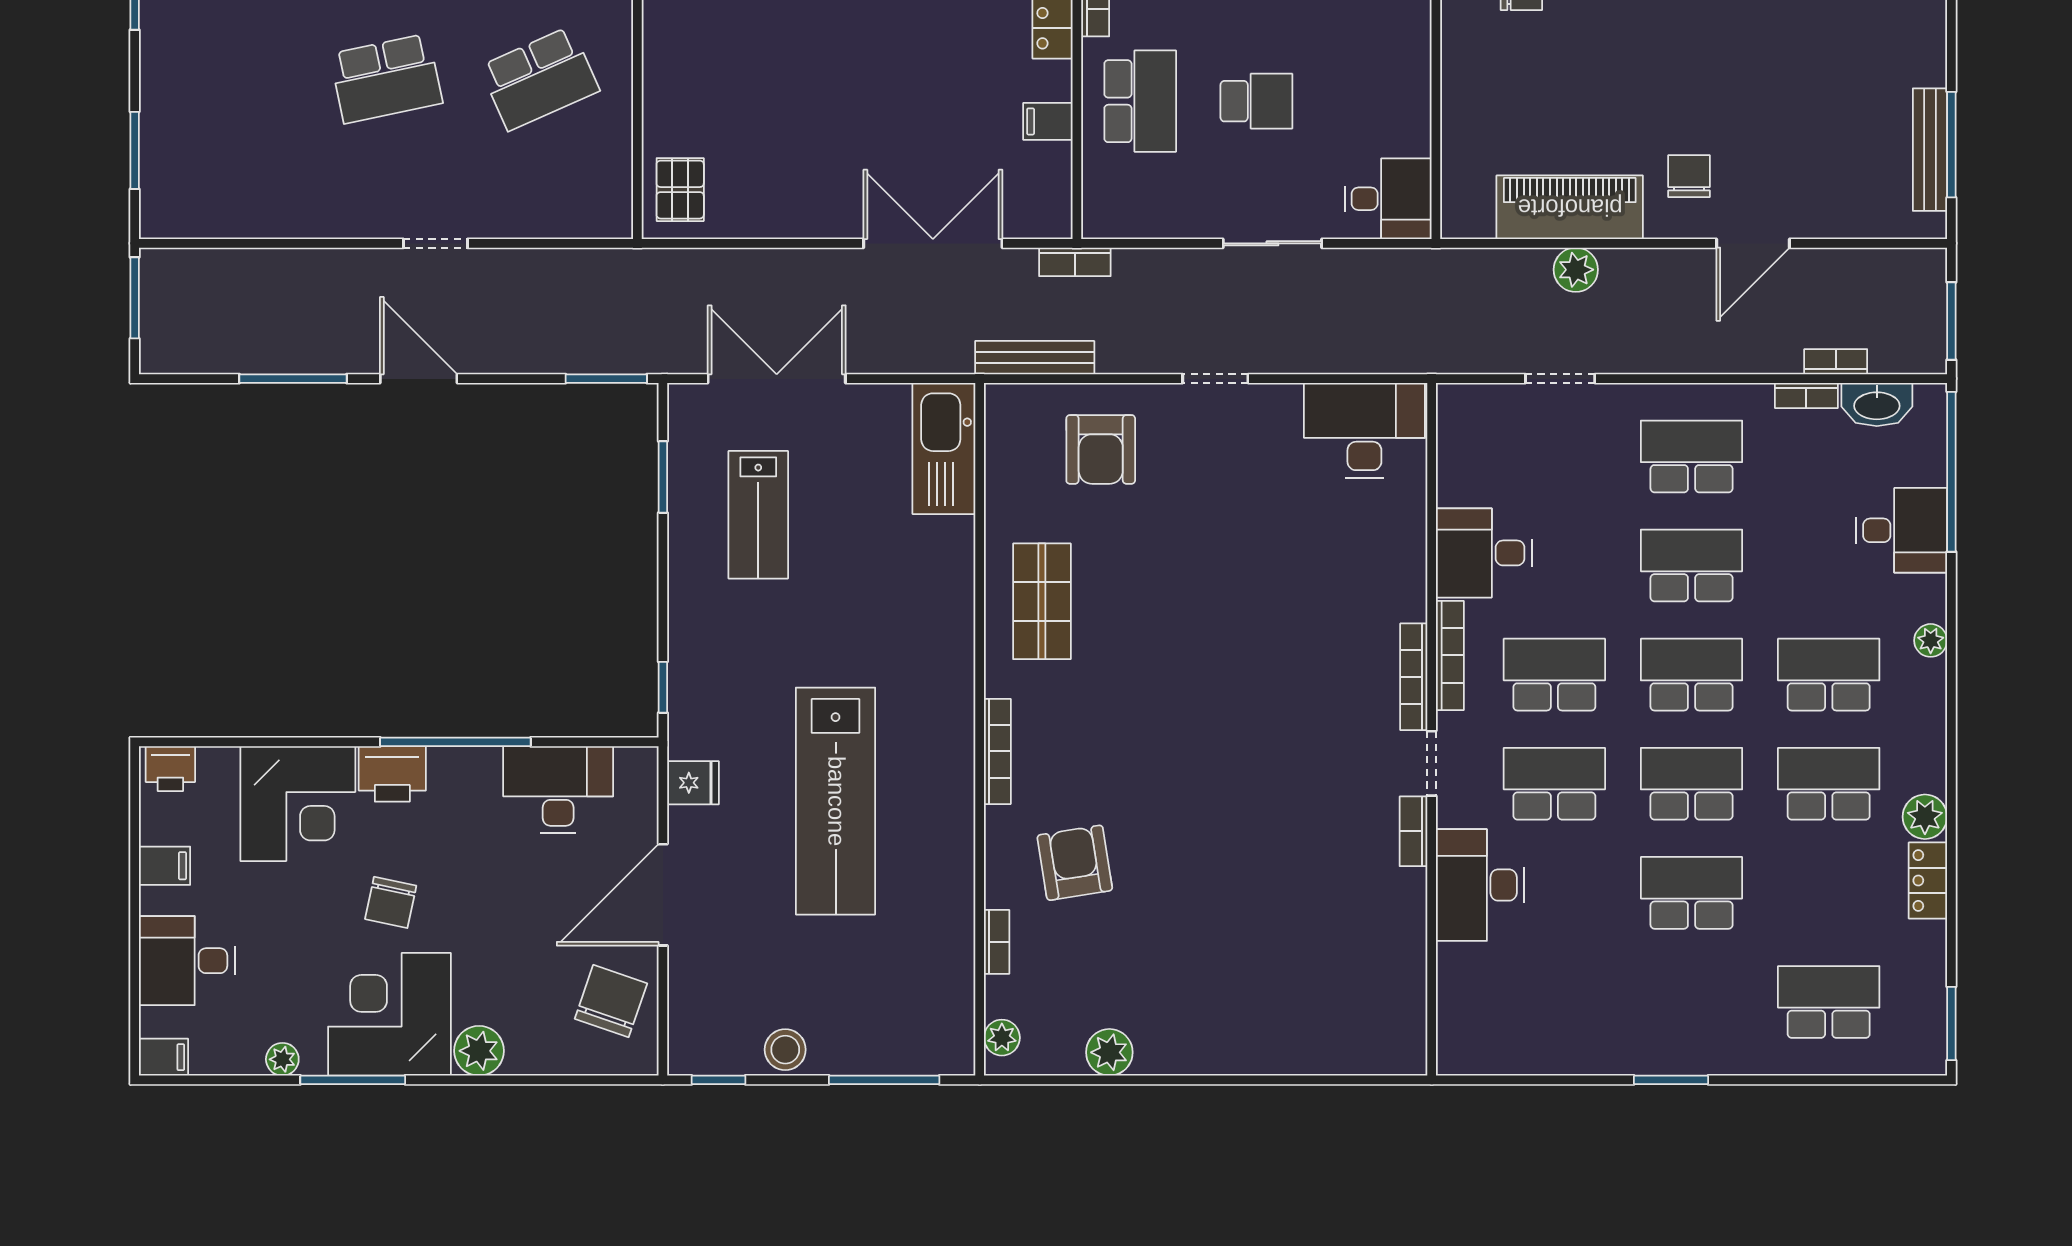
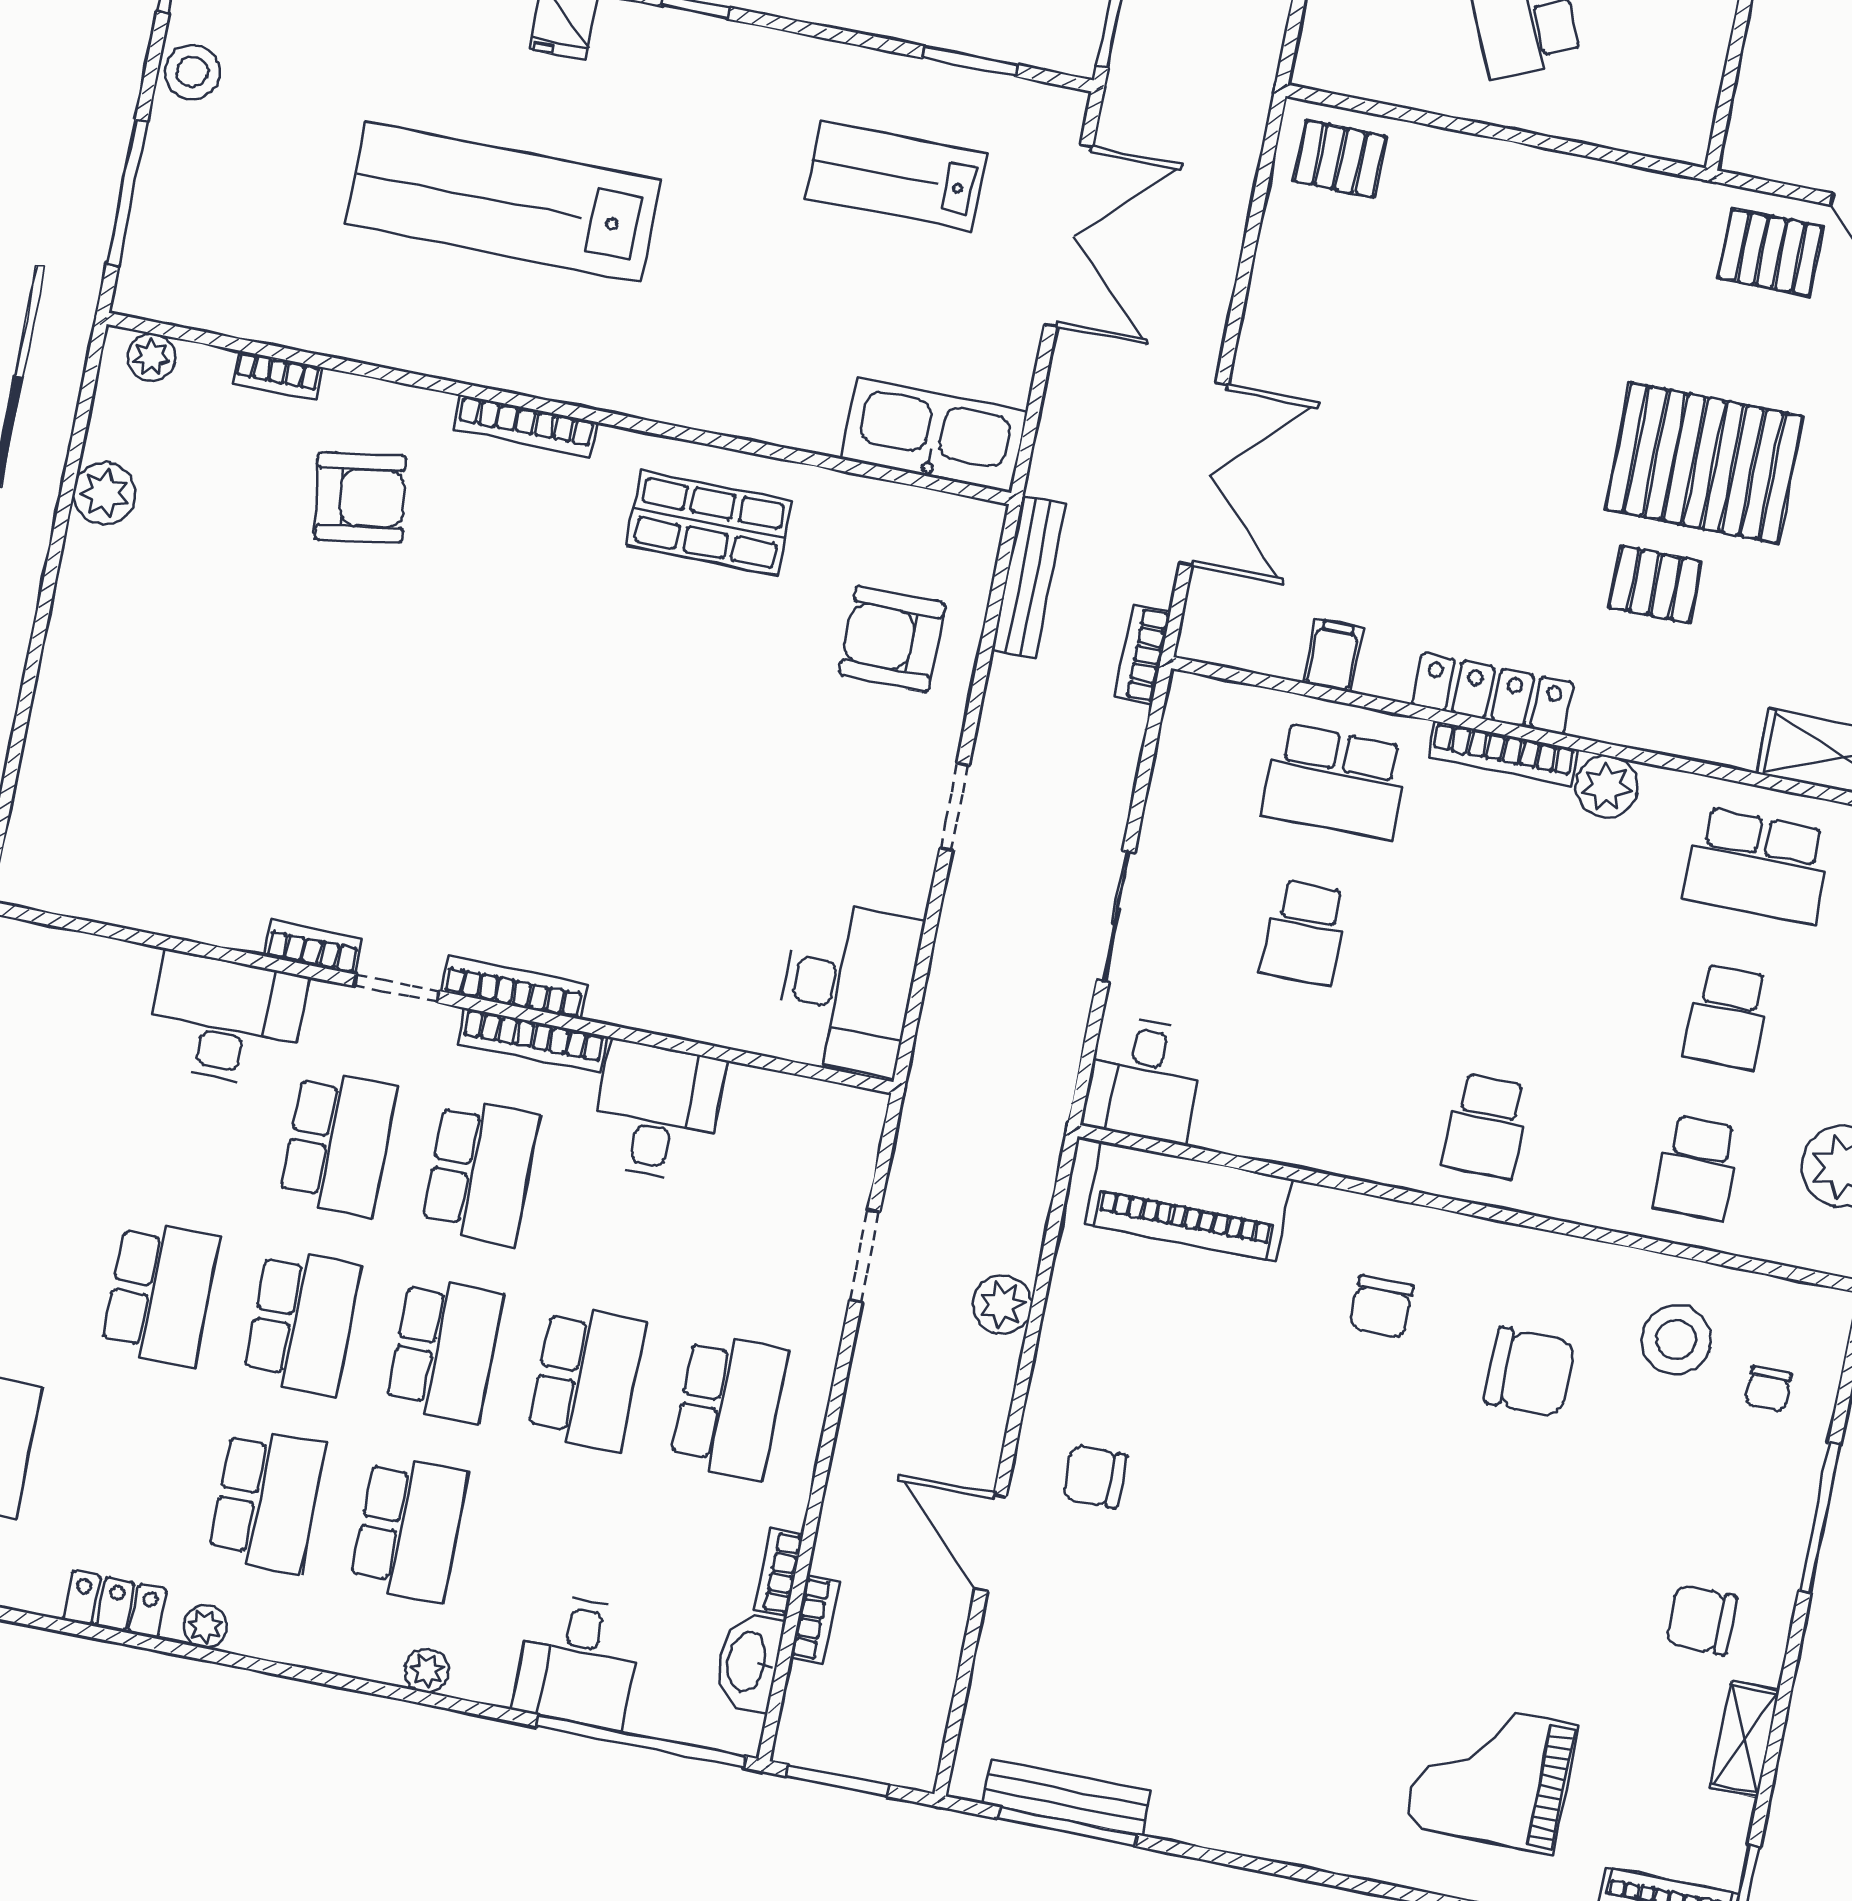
chair: (1689, 176) -> (1095, 1477), turned 180
piano: (1570, 207) -> (1189, 1201), moved, turned 90
plant: (1925, 817) -> (205, 1627), width x0.73, depth x0.73

